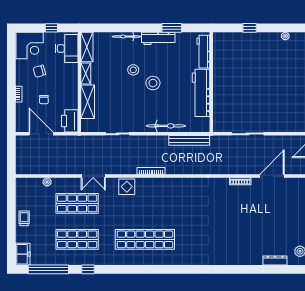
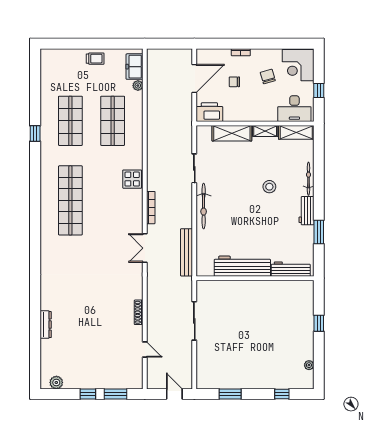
workbench: (158, 38) -> (306, 211), width x0.73
stool: (153, 83) -> (254, 210), removed
bicycle: (166, 126) -> (204, 206), moved
double door: (93, 176) -> (145, 248), moved
door: (272, 176) -> (145, 350), width x0.53
freezer: (23, 254) -> (135, 67), moved, turned 90
dresser: (275, 260) -> (46, 325), moved
window: (48, 269) -> (35, 87), removed

